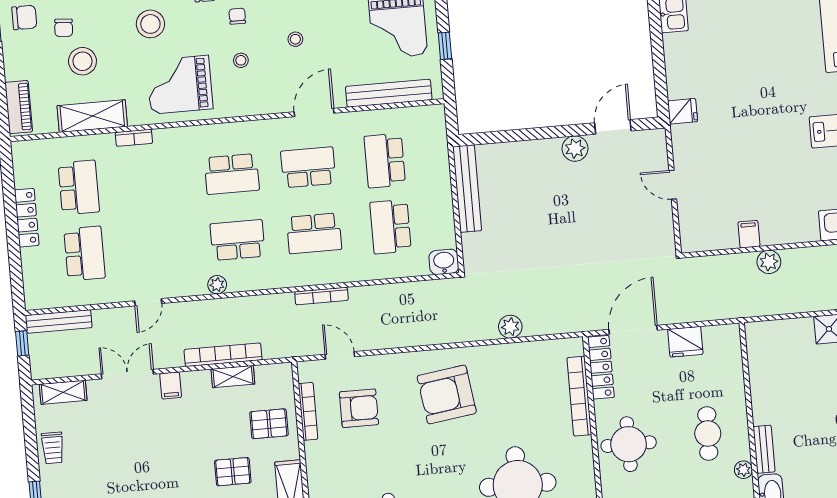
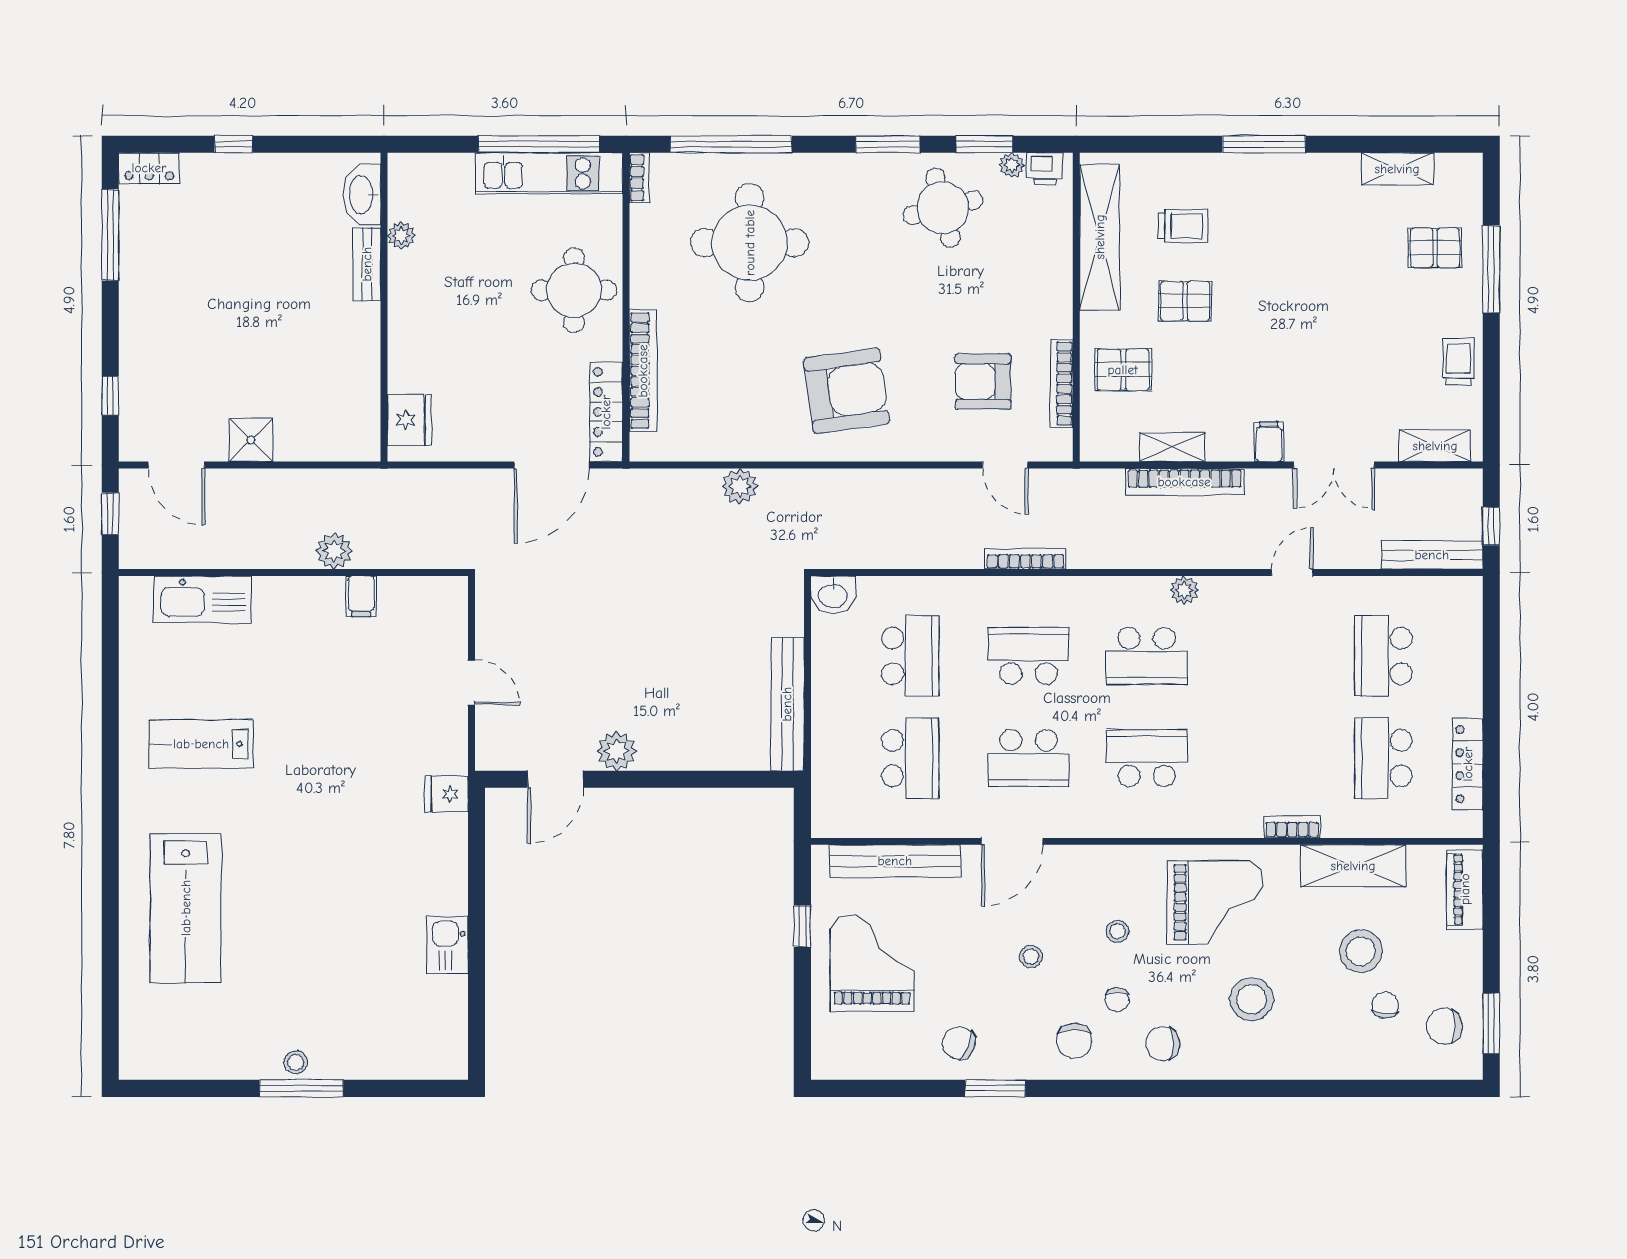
locker: (27, 218) -> (1468, 764), moved
fridge: (685, 342) -> (409, 420), moved, turned 90
cafe table: (708, 434) -> (451, 296), removed

